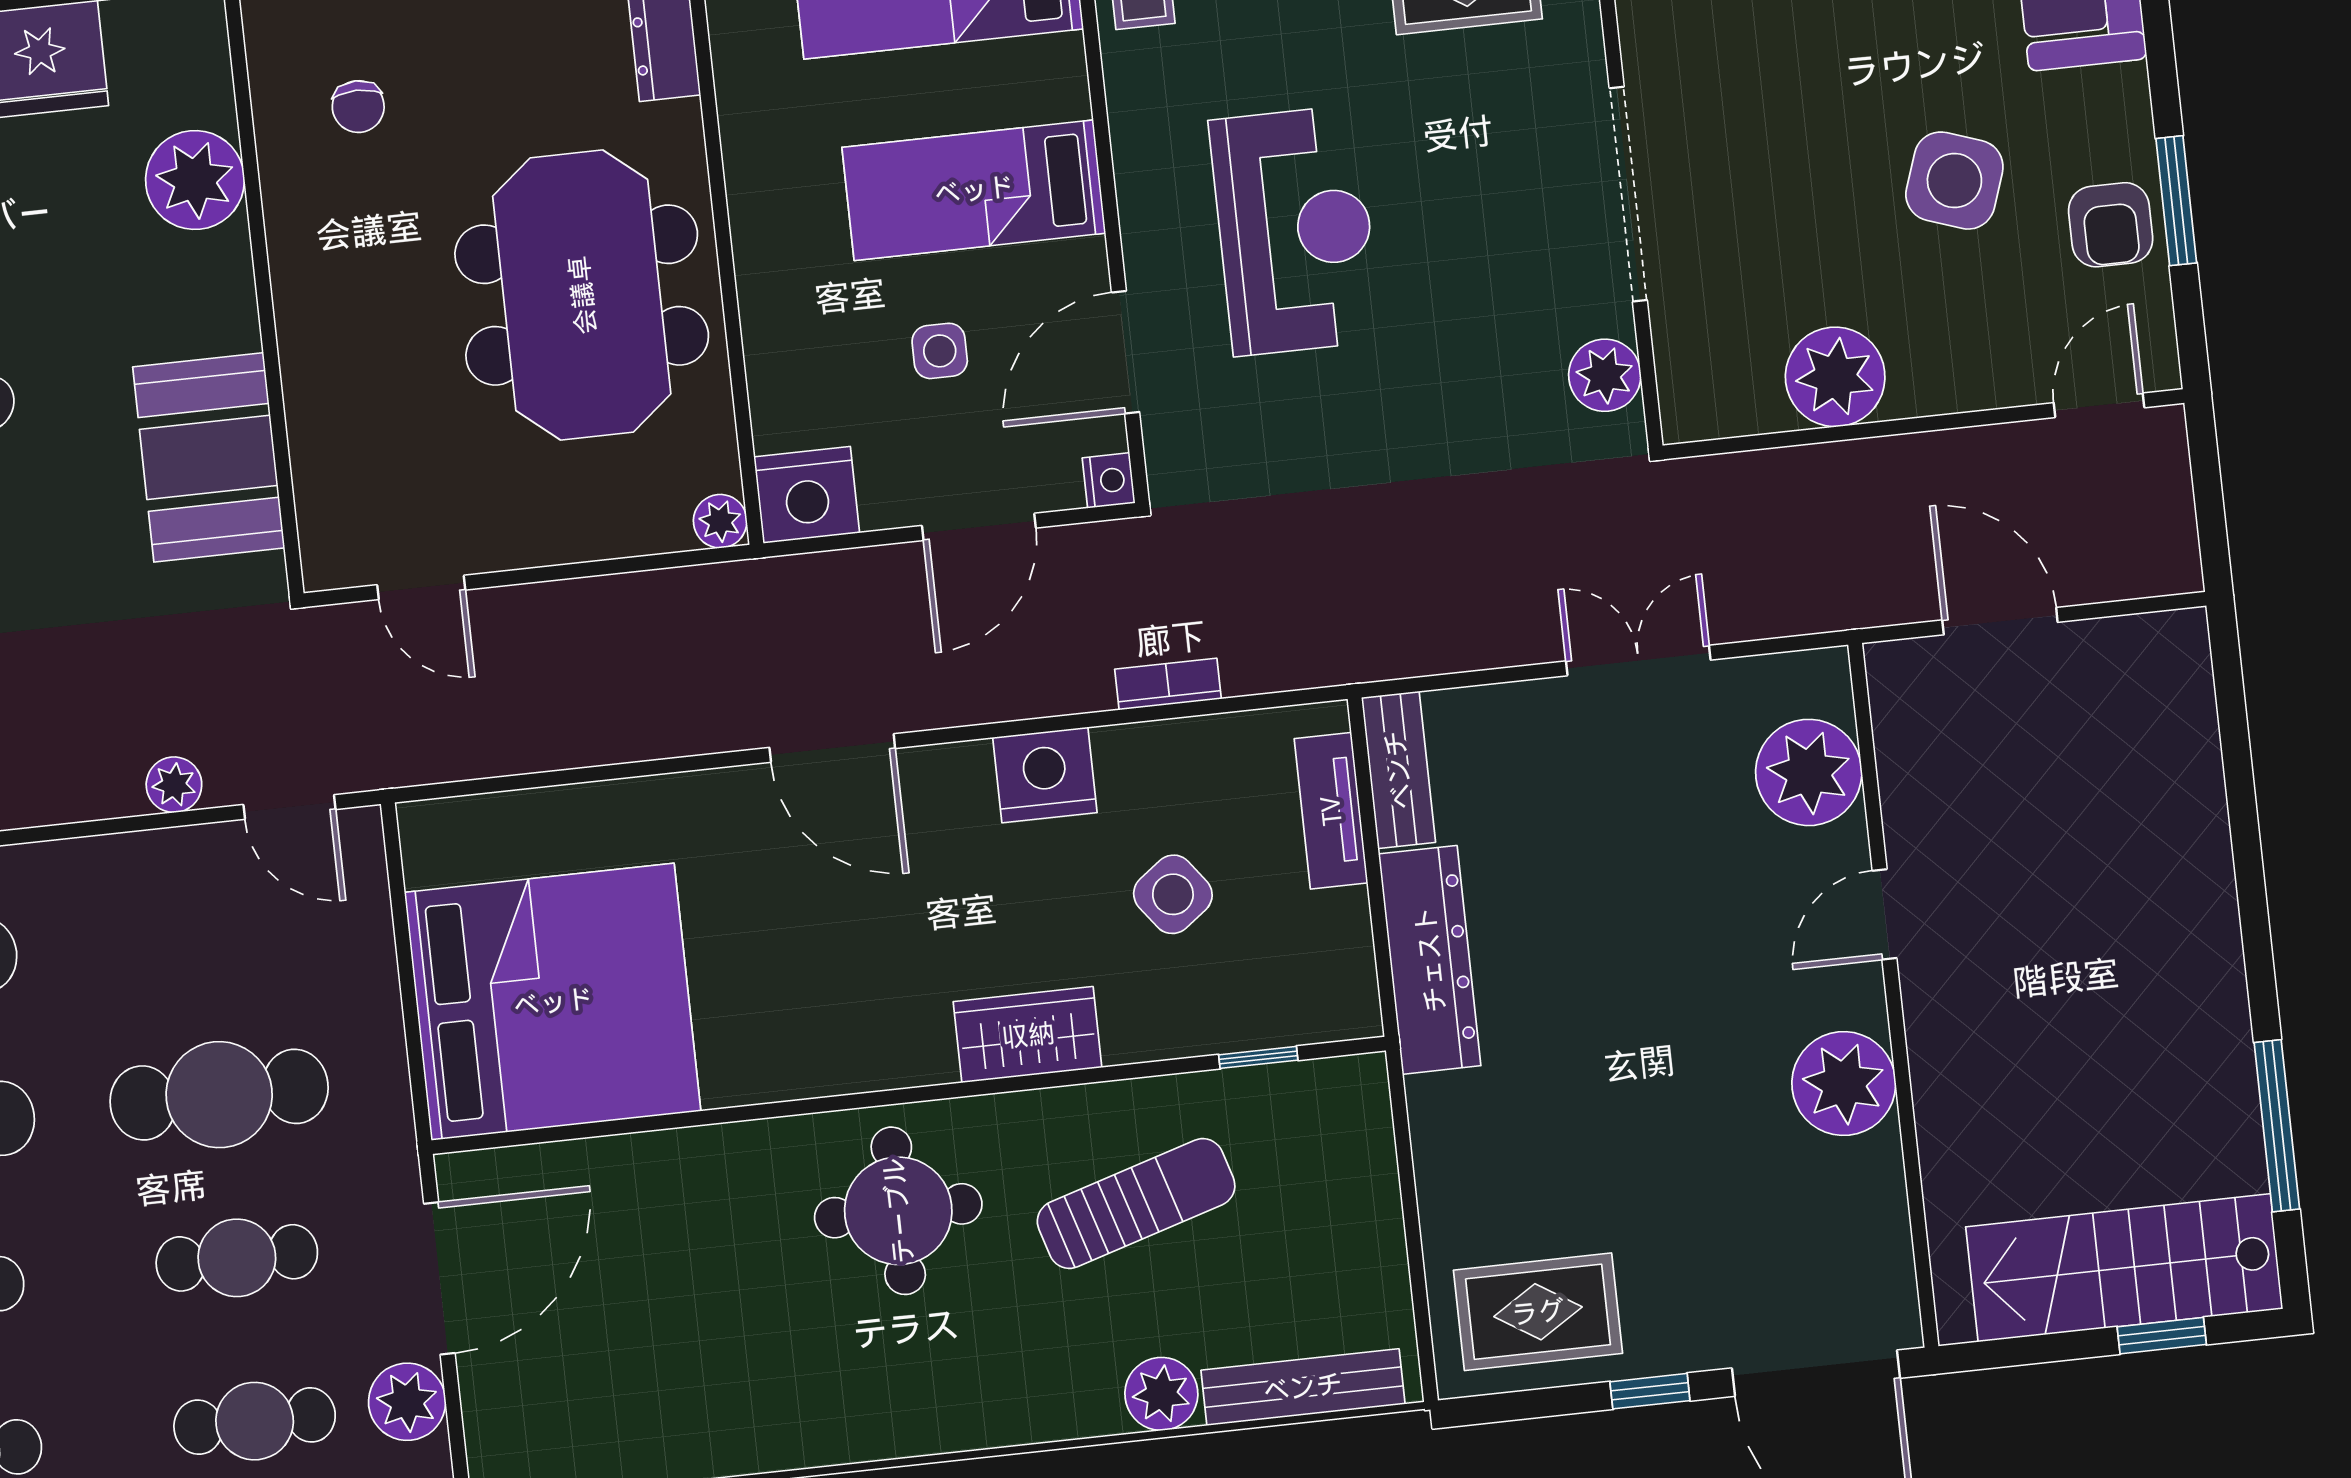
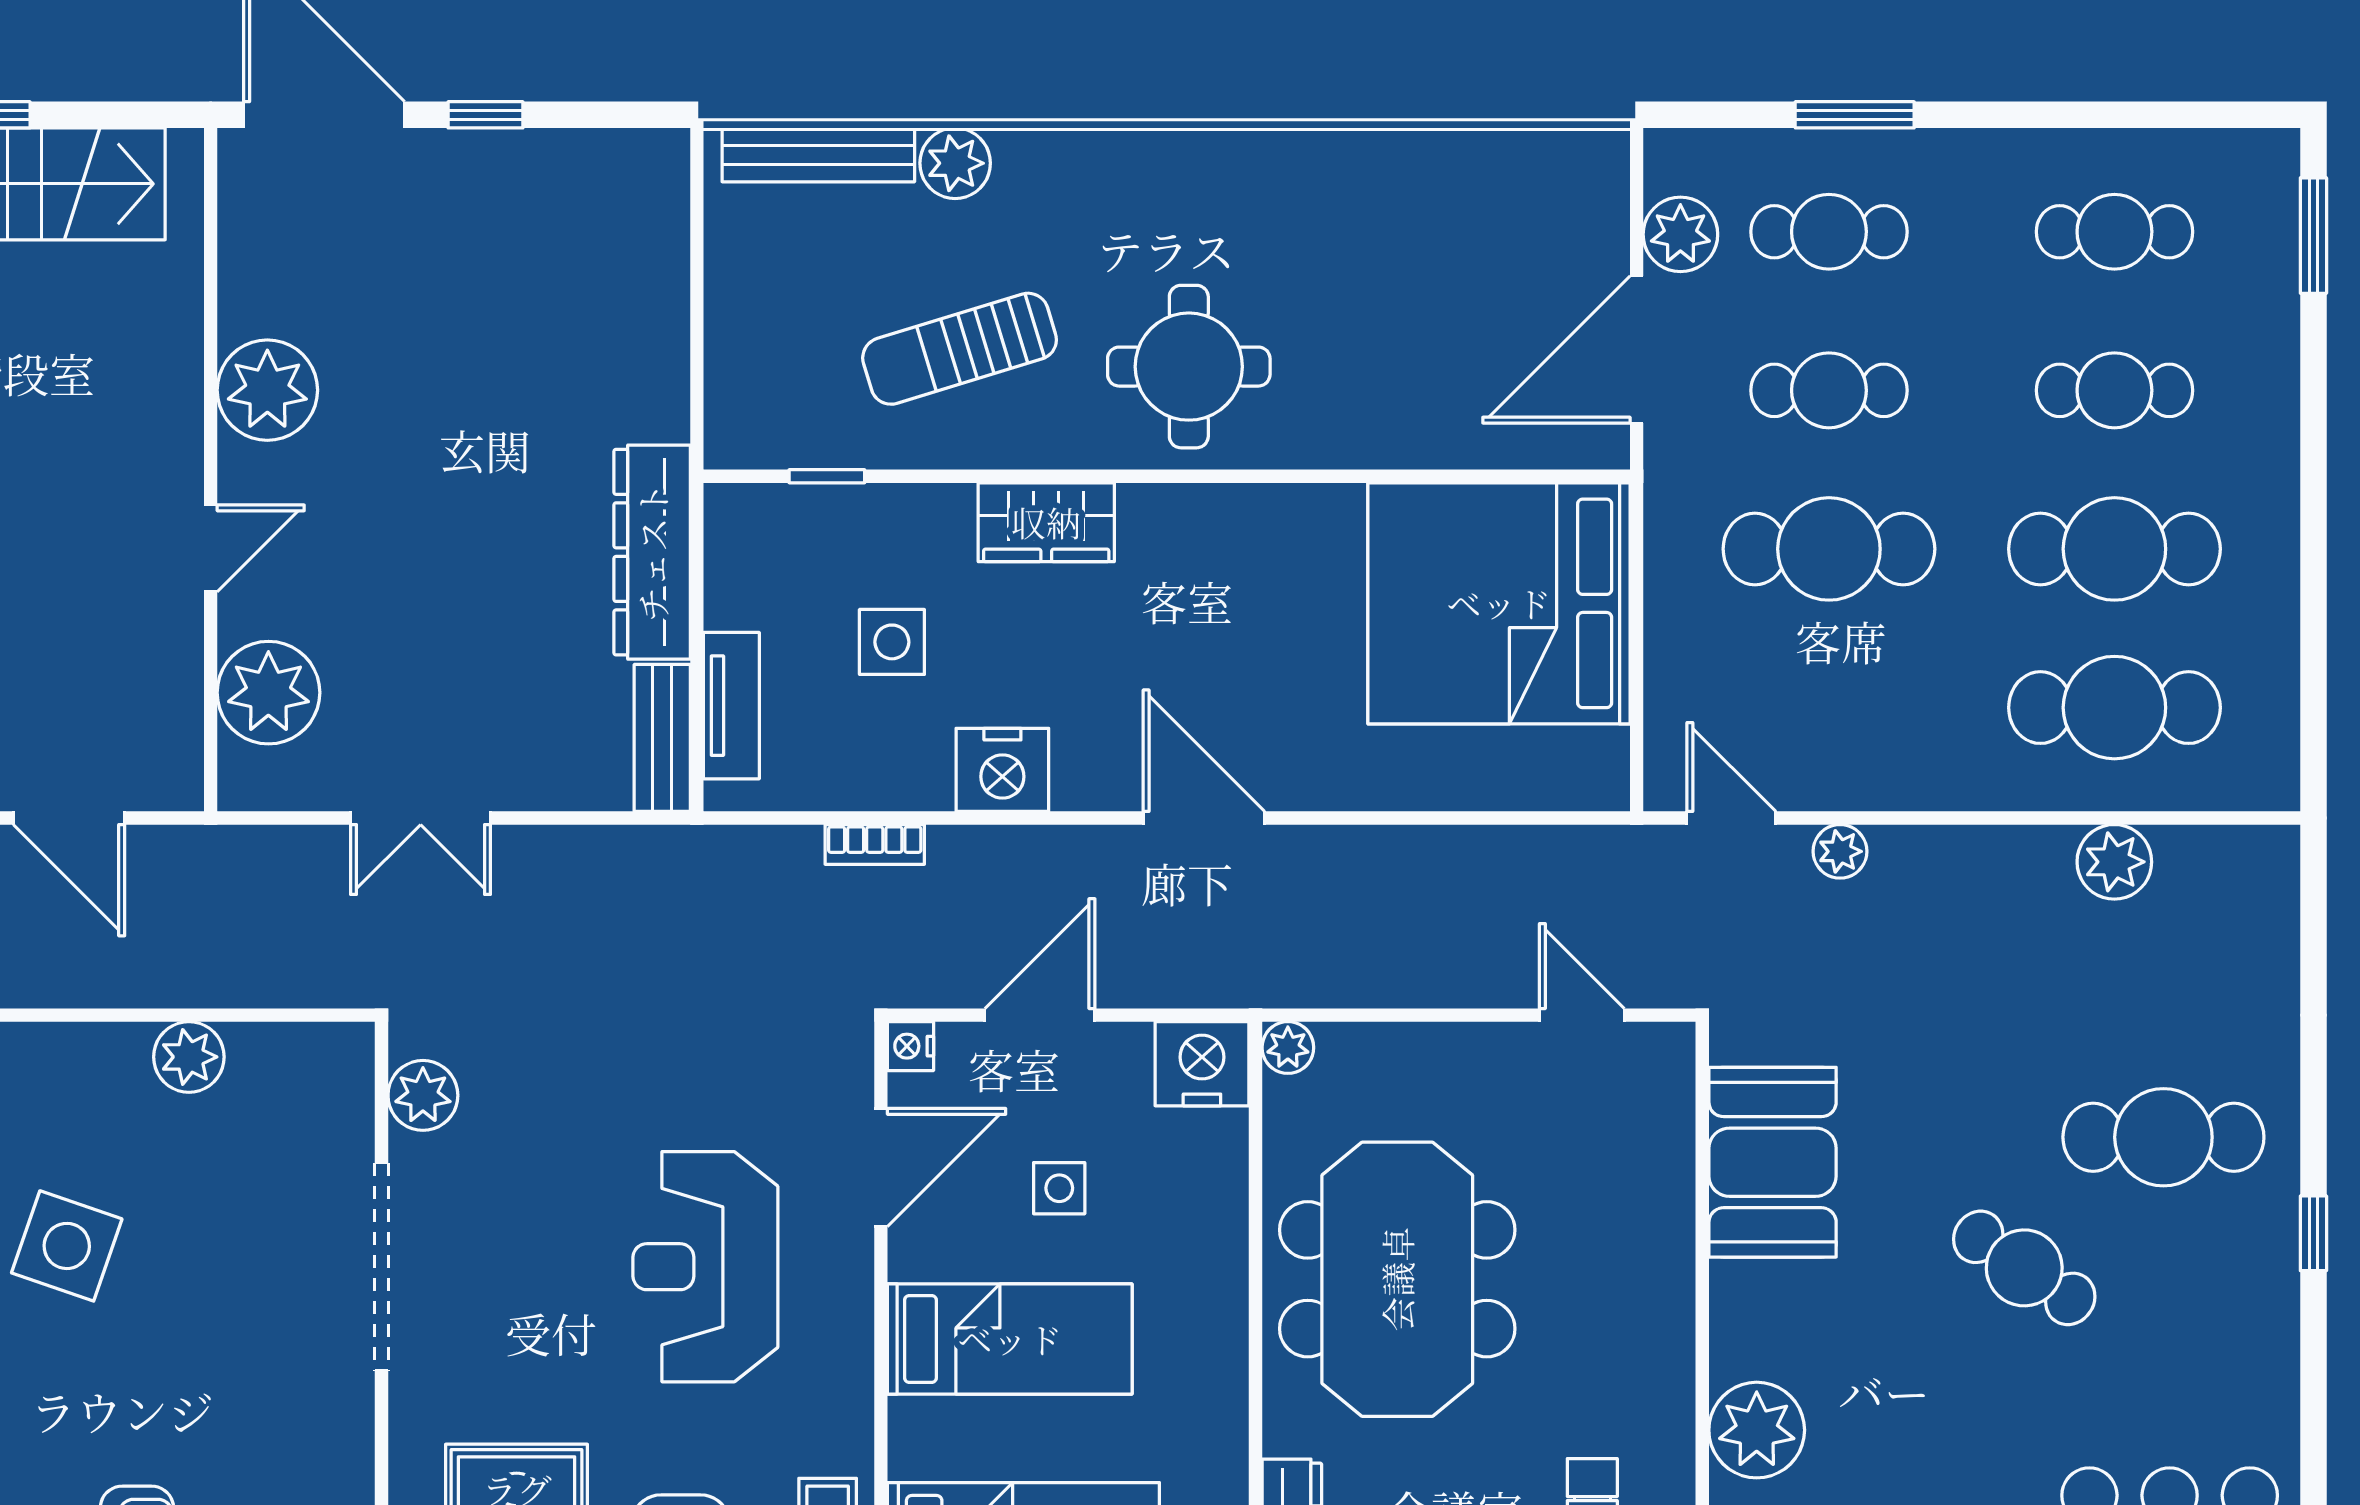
plant: (1835, 377) -> (189, 1057), width x0.73, depth x0.73
side table: (1173, 894) -> (892, 642), turned 37
rug: (1538, 1312) -> (585, 203), removed

